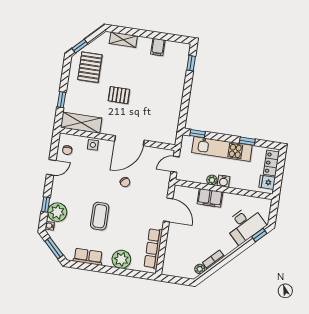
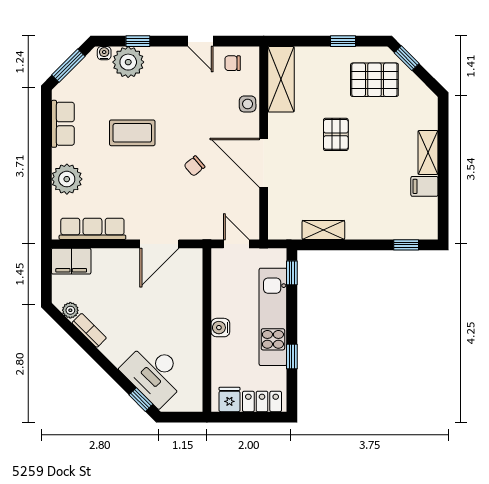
shelving: (123, 40) -> (428, 152), moved
window: (61, 100) -> (343, 41), moved
shelving: (175, 111) -> (323, 230), added
plant: (212, 180) -> (219, 308), removed
filing cabinet: (210, 198) -> (71, 261), moved, turned -90

